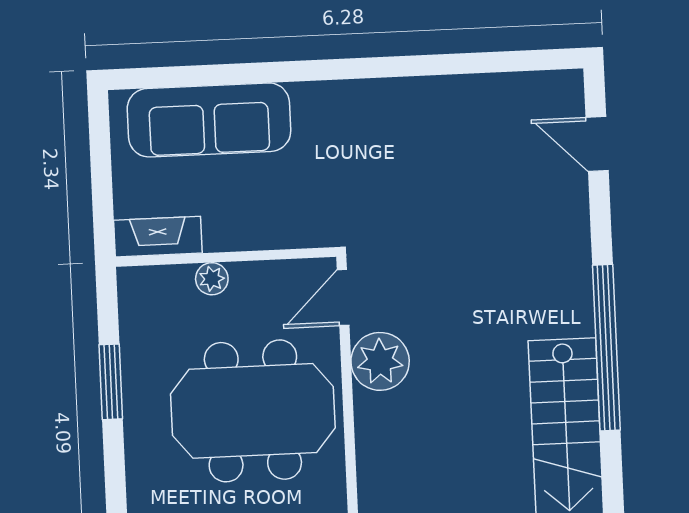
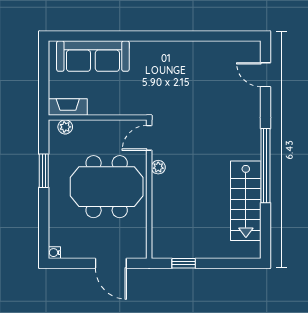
plant: (212, 279) -> (65, 127), moved
plant: (380, 361) -> (158, 167), width x0.53, depth x0.53

